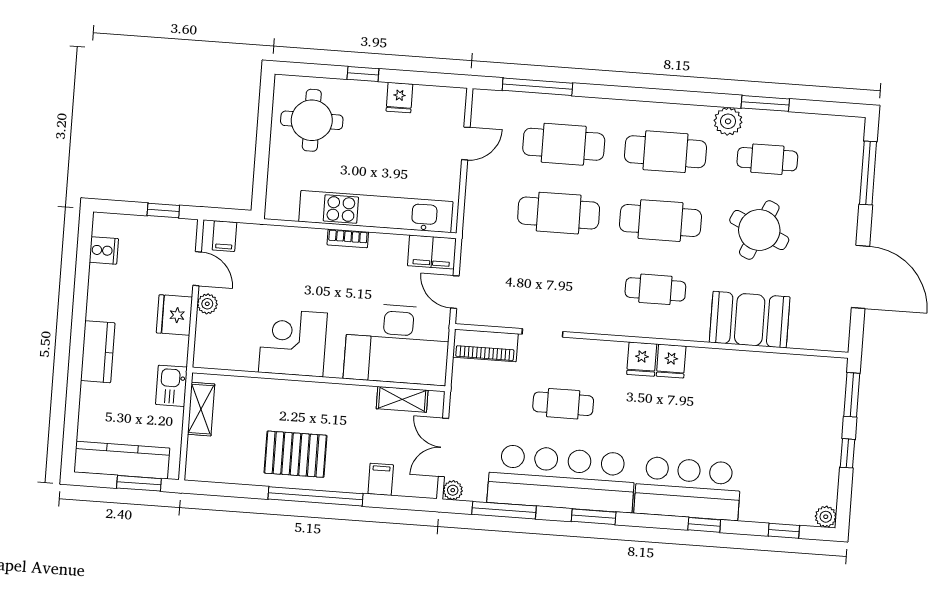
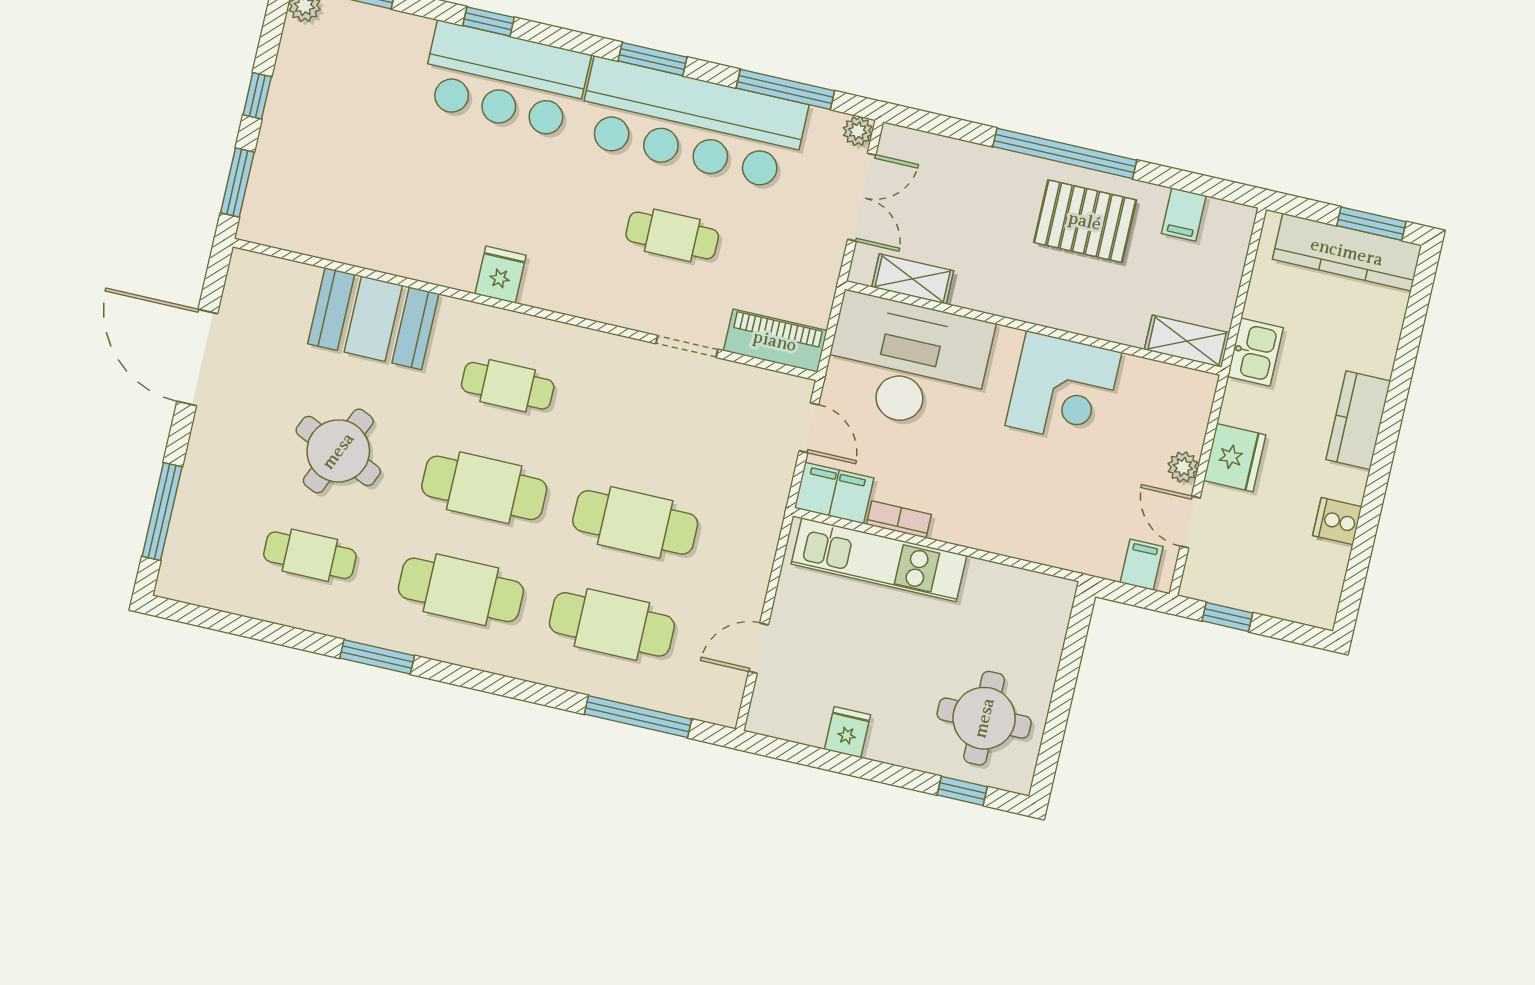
window: (363, 74) -> (962, 791), moved
window: (765, 103) -> (377, 657), moved
plant: (728, 121) -> (360, 621), removed
kitchen unit: (376, 212) -> (879, 560), width x0.73
bookcase: (348, 238) -> (899, 519), moved
cooker: (104, 250) -> (1337, 521), moved
fridge: (642, 359) -> (544, 284), removed
shelving: (201, 409) -> (1187, 341), moved, turned 90
filing cabinet: (381, 479) -> (1184, 215), moved
window: (139, 483) -> (1371, 224), moved

